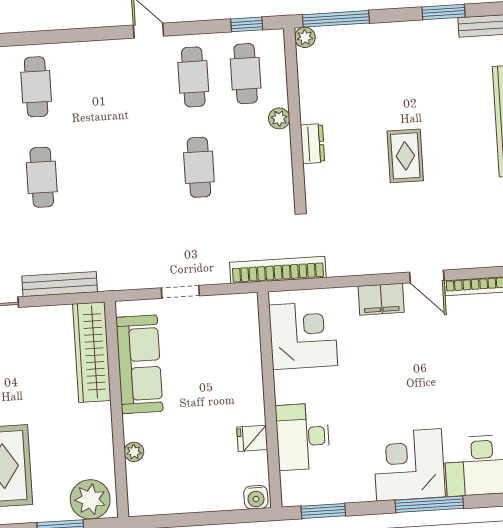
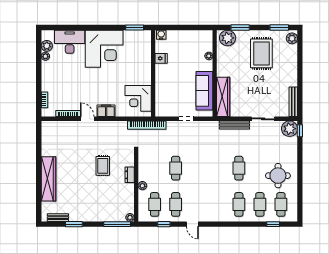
window: (247, 24) -> (164, 224), moved
rug: (405, 156) -> (103, 166), moved
desk: (303, 437) -> (141, 58), removed
corner desk: (409, 465) -> (104, 49), width x1.36, depth x1.36
window: (429, 504) -> (92, 28), removed

